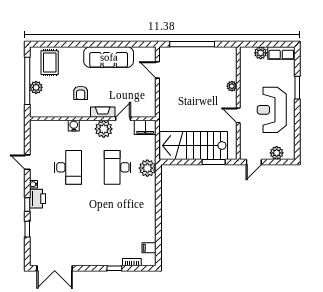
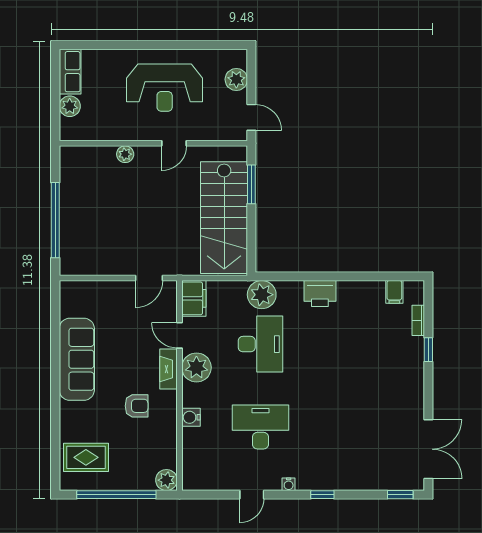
door: (157, 70) -> (149, 278), moved
plant: (36, 87) -> (166, 480), moved
window: (297, 88) -> (128, 45), removed
desk: (118, 167) -> (260, 344), turned -90
printer: (38, 199) -> (320, 294), moved, turned 180
window: (27, 229) -> (400, 495), moved

